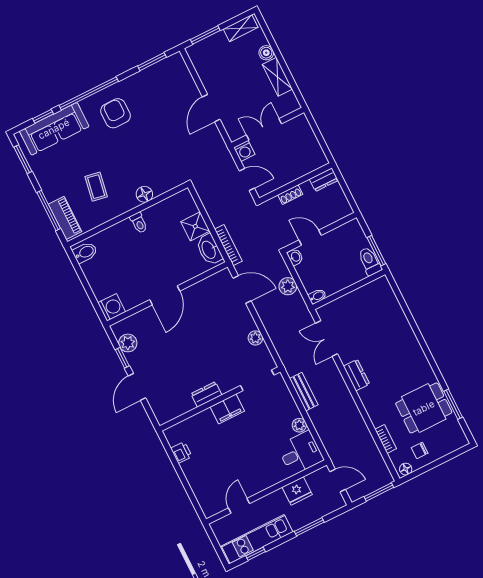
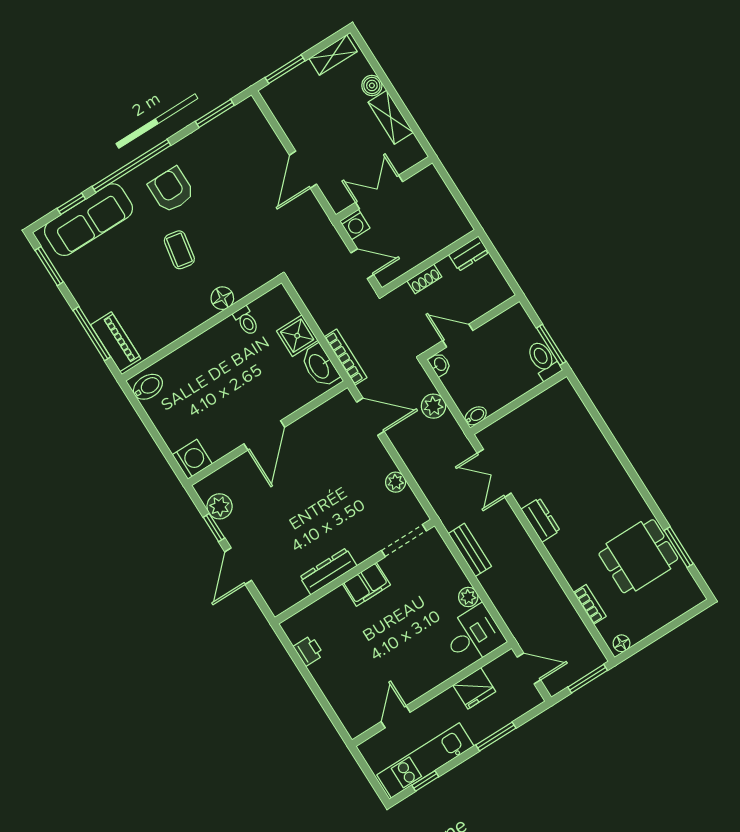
coffee table: (96, 187) -> (179, 250), moved
toilet: (139, 223) -> (246, 321), moved
dresser: (206, 394) -> (328, 571), width x1.44
chair: (420, 450) -> (638, 616), removed

